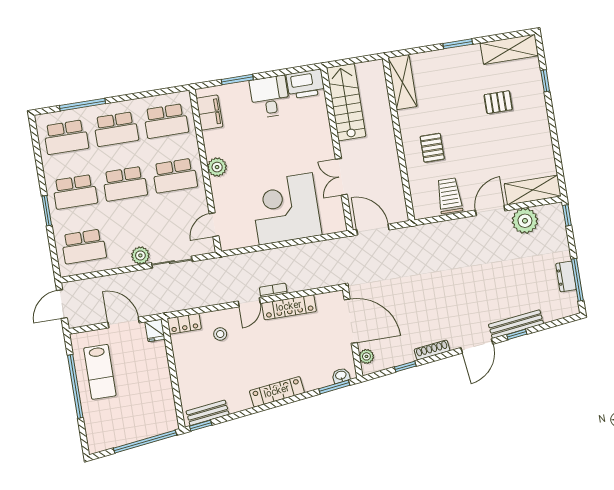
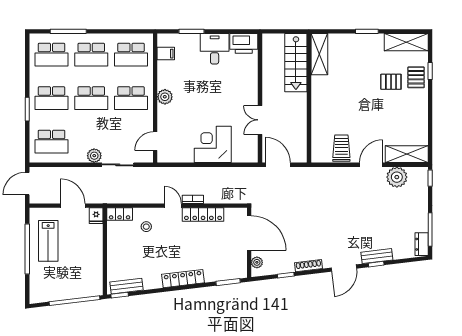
stairs: (346, 102) -> (296, 63), moved, turned 180
filing cabinet: (210, 113) -> (166, 54), width x0.50
pallet: (432, 148) -> (416, 77), moved
corner desk: (286, 209) -> (213, 144), width x0.74, depth x0.74
dresser: (566, 277) -> (422, 244), moved
door: (249, 302) -> (173, 206), swing flipped
bench: (516, 324) -> (377, 256), width x0.73
washbasin: (341, 376) -> (235, 274), removed

